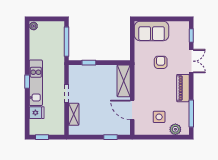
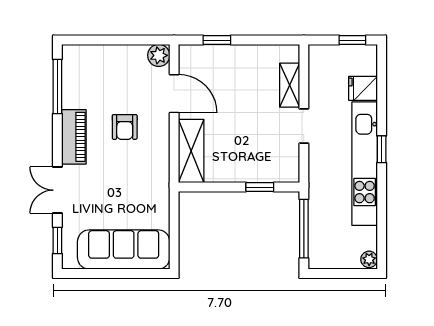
sofa: (152, 31) -> (124, 250), width x1.36
armchair: (161, 62) -> (125, 127), moved
kitchen unit: (36, 83) -> (365, 164), width x1.36
side table: (159, 117) -> (121, 80), removed
plant: (175, 129) -> (159, 55), moved

